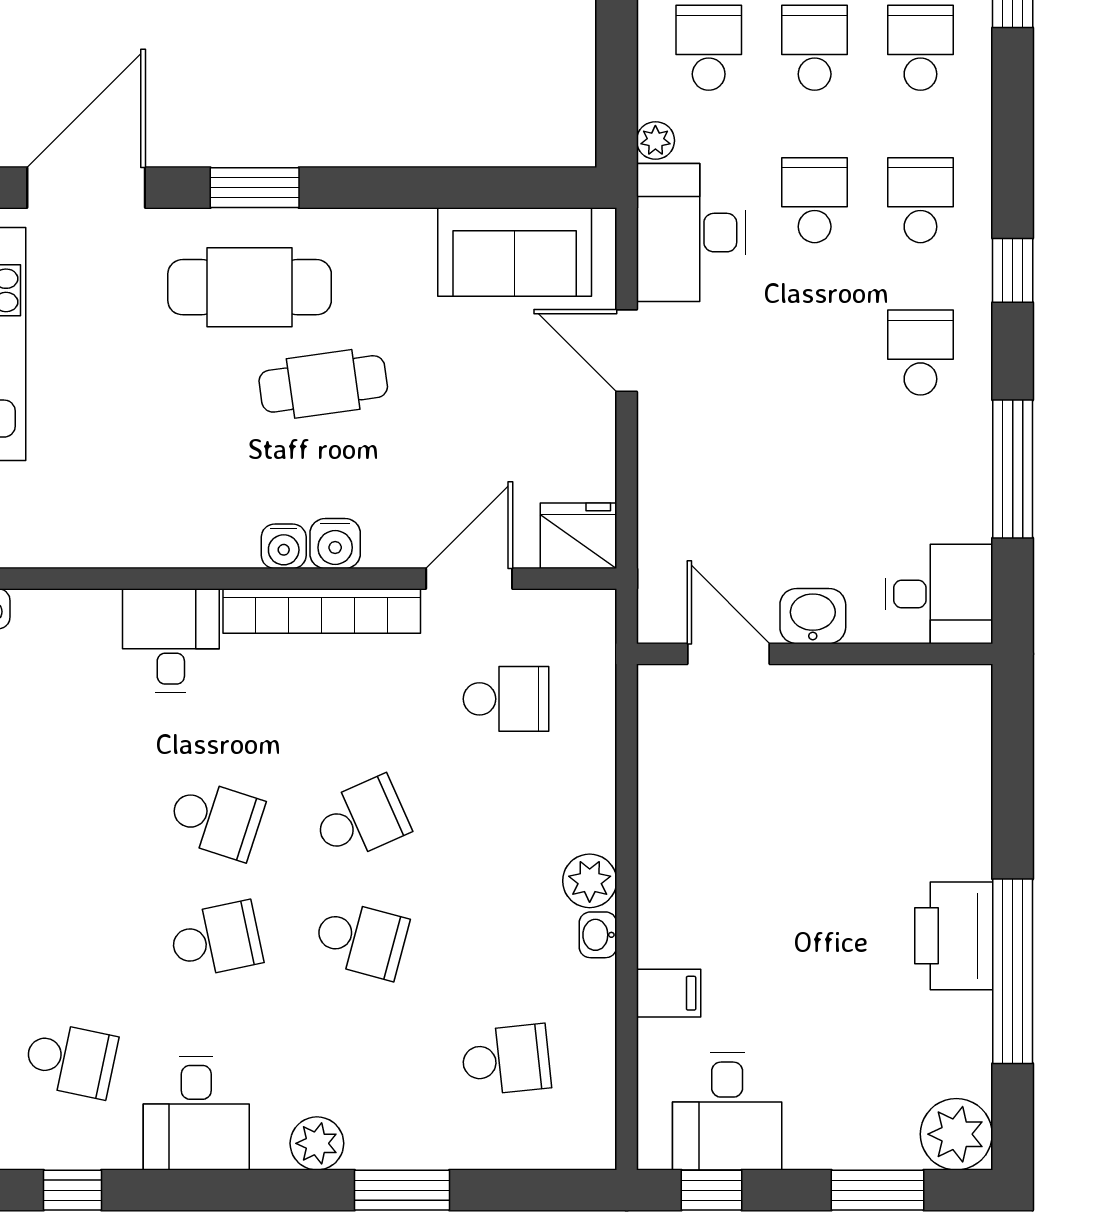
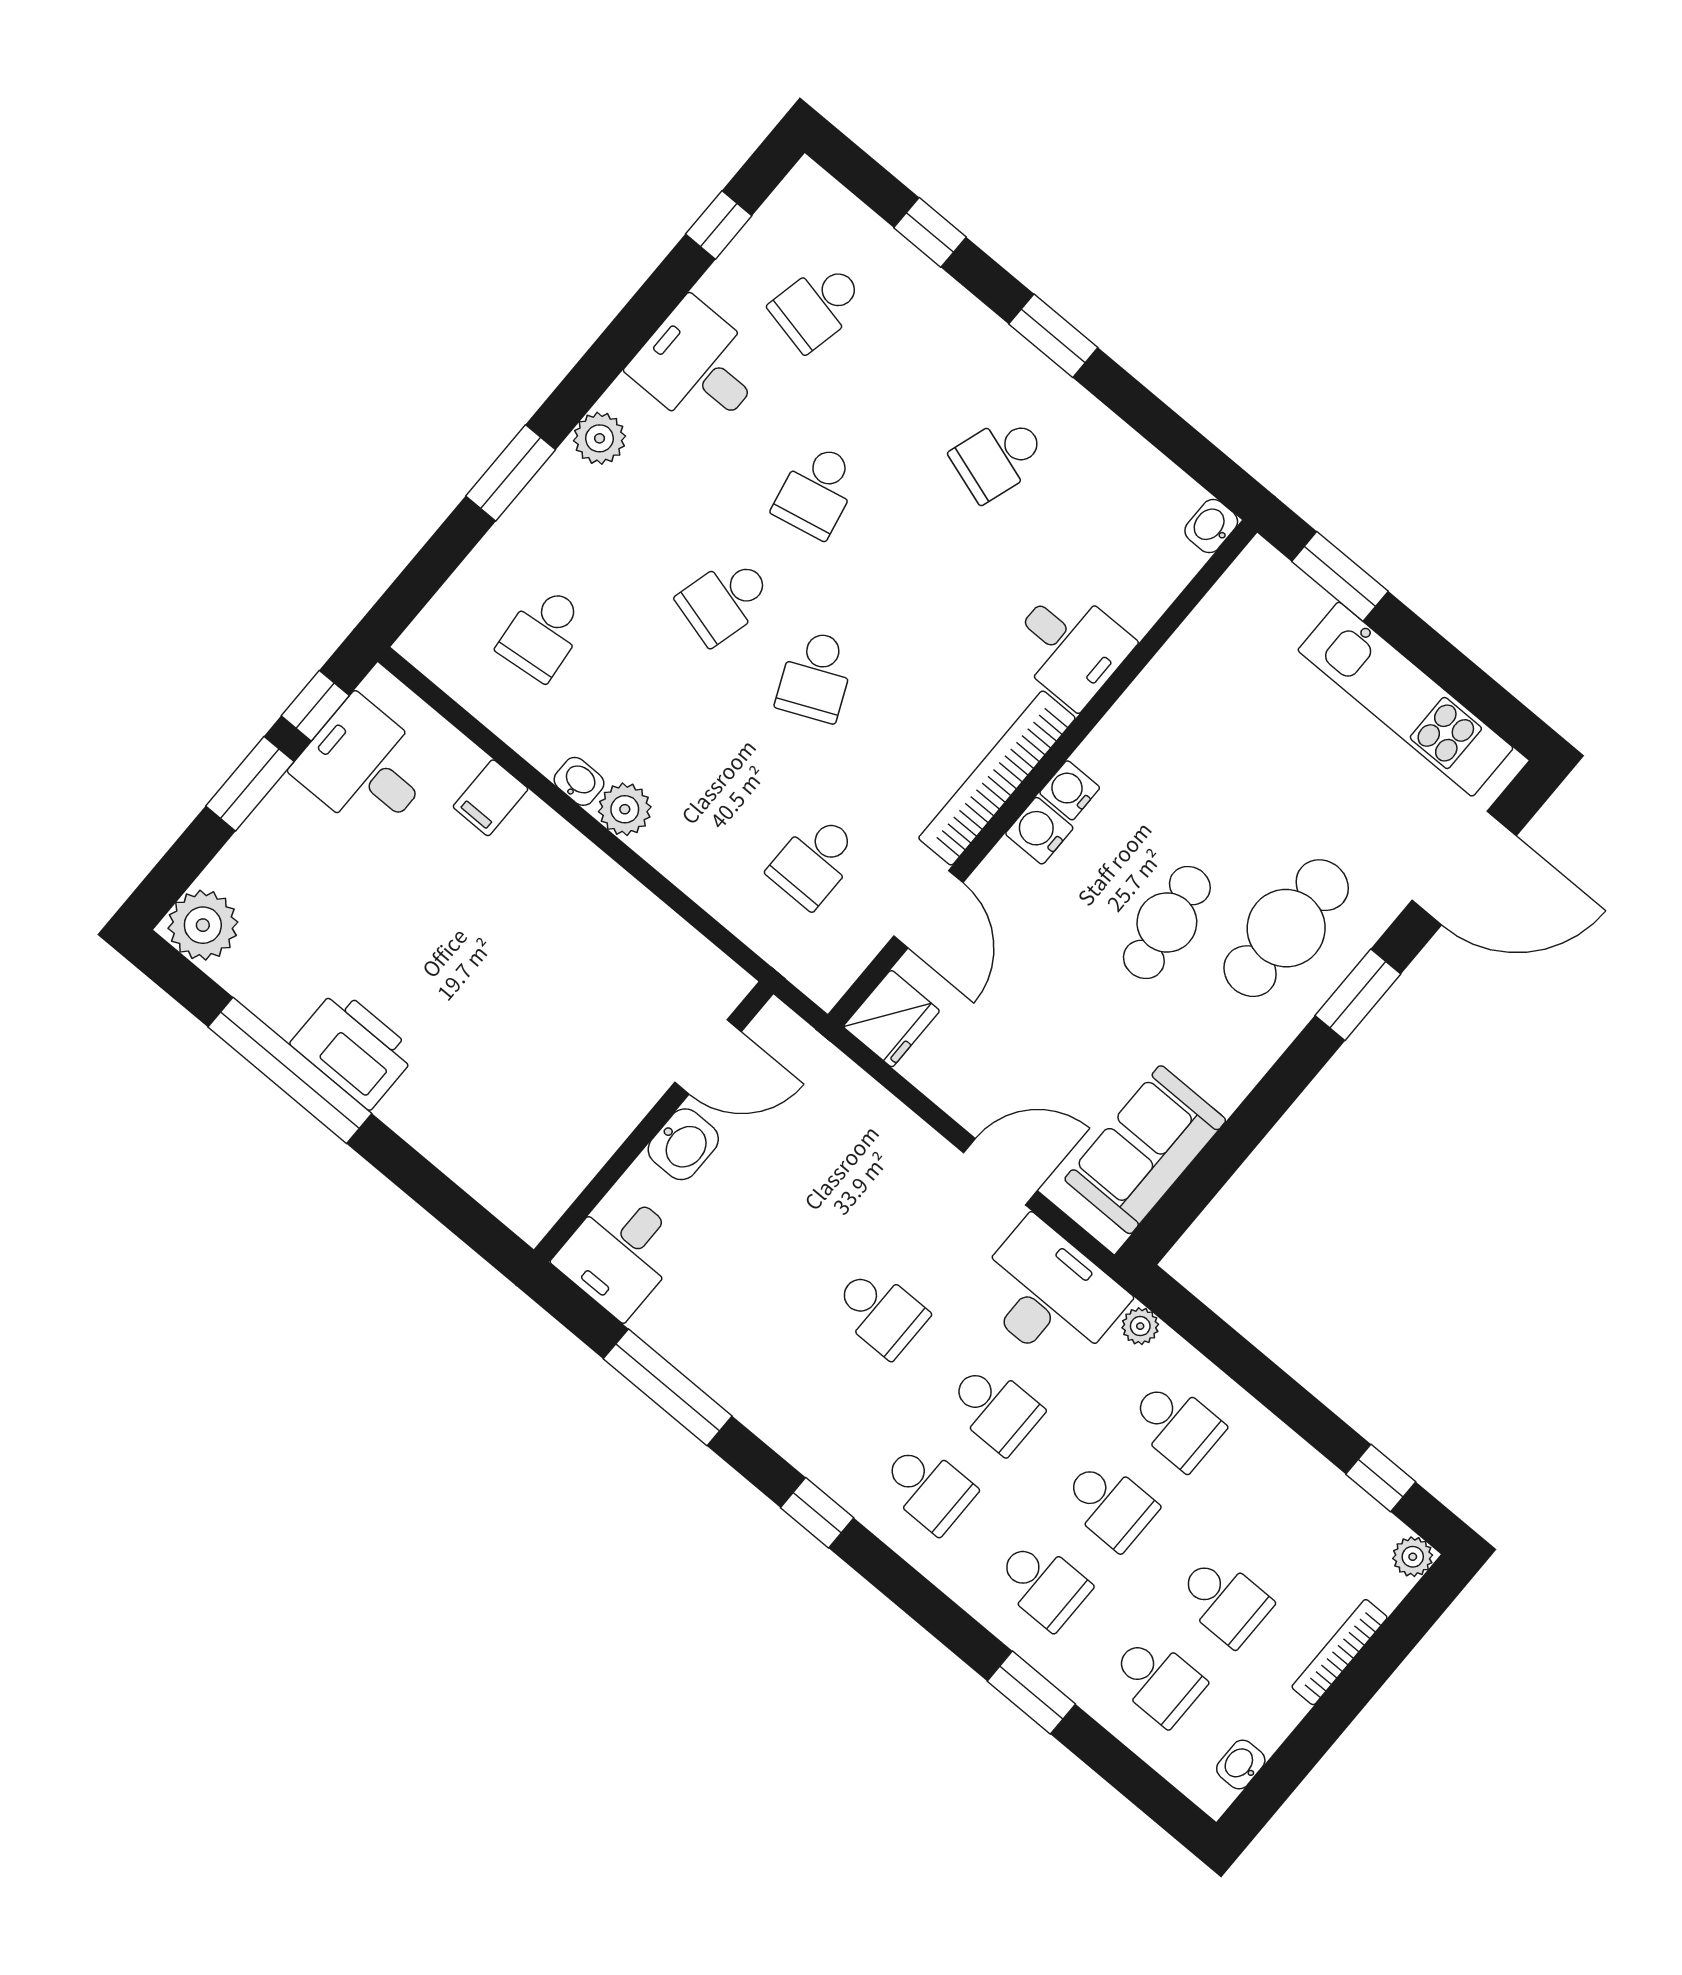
door: (86, 188) -> (1464, 868), hinge flipped
school desk: (920, 353) -> (880, 1312), moved
school desk: (216, 819) -> (999, 458), moved
window: (877, 1190) -> (250, 784), moved

